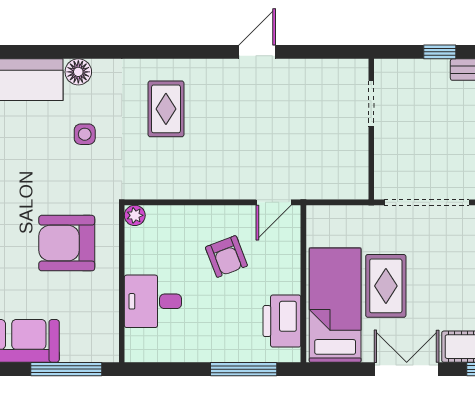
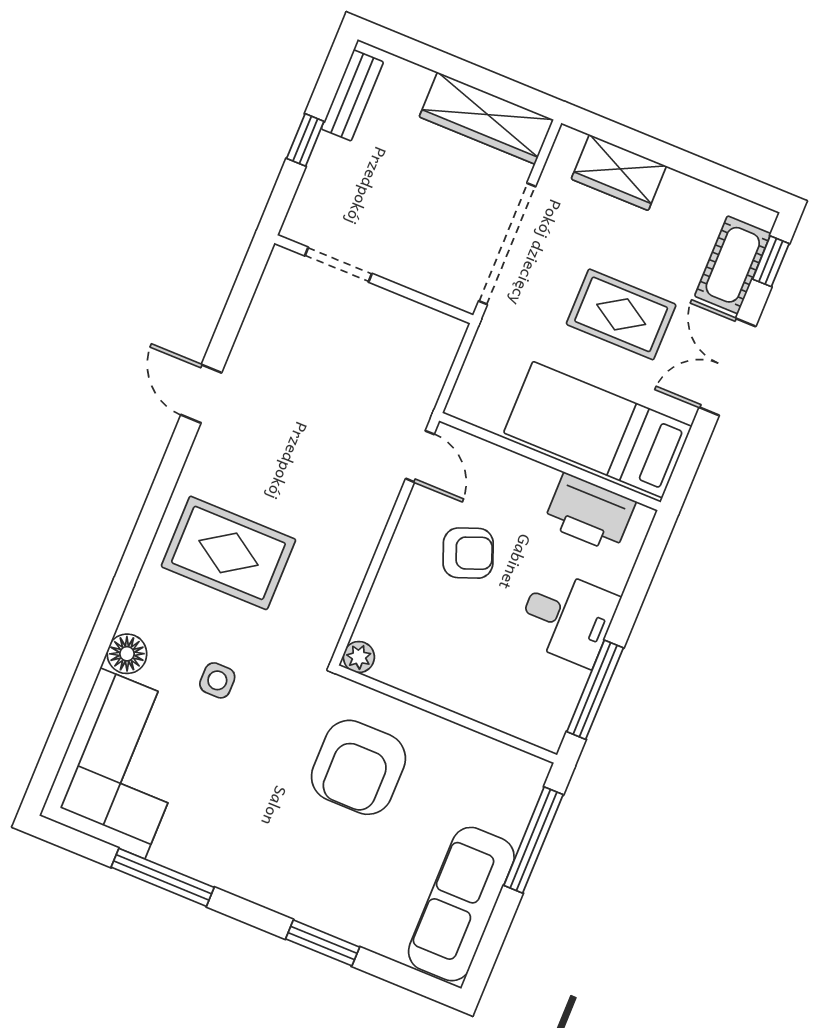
rug: (166, 109) -> (228, 553), width x1.36, depth x1.43
rug: (386, 286) -> (621, 314), moved
desk: (153, 301) -> (568, 618), moved, turned -90
window: (244, 369) -> (595, 690), moved

